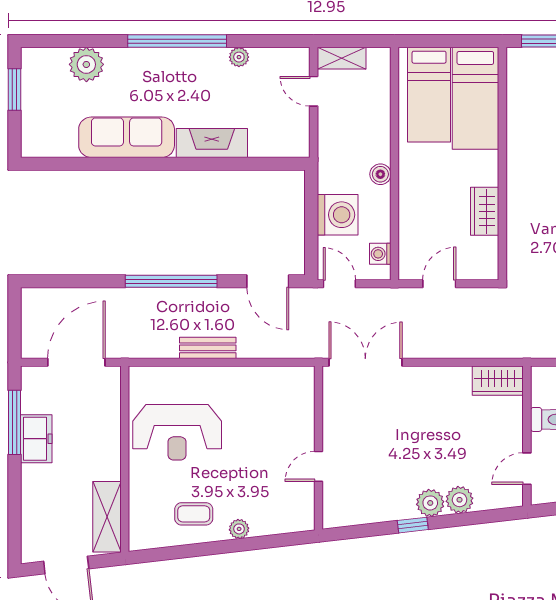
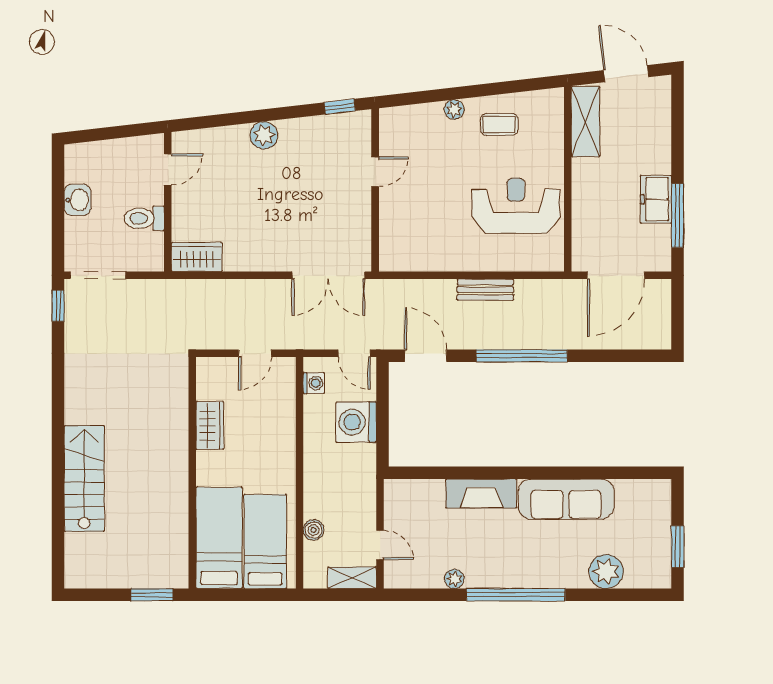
boiler: (380, 174) -> (314, 530), moved
plant: (460, 500) -> (235, 138), removed
window: (413, 525) -> (340, 107), moved

